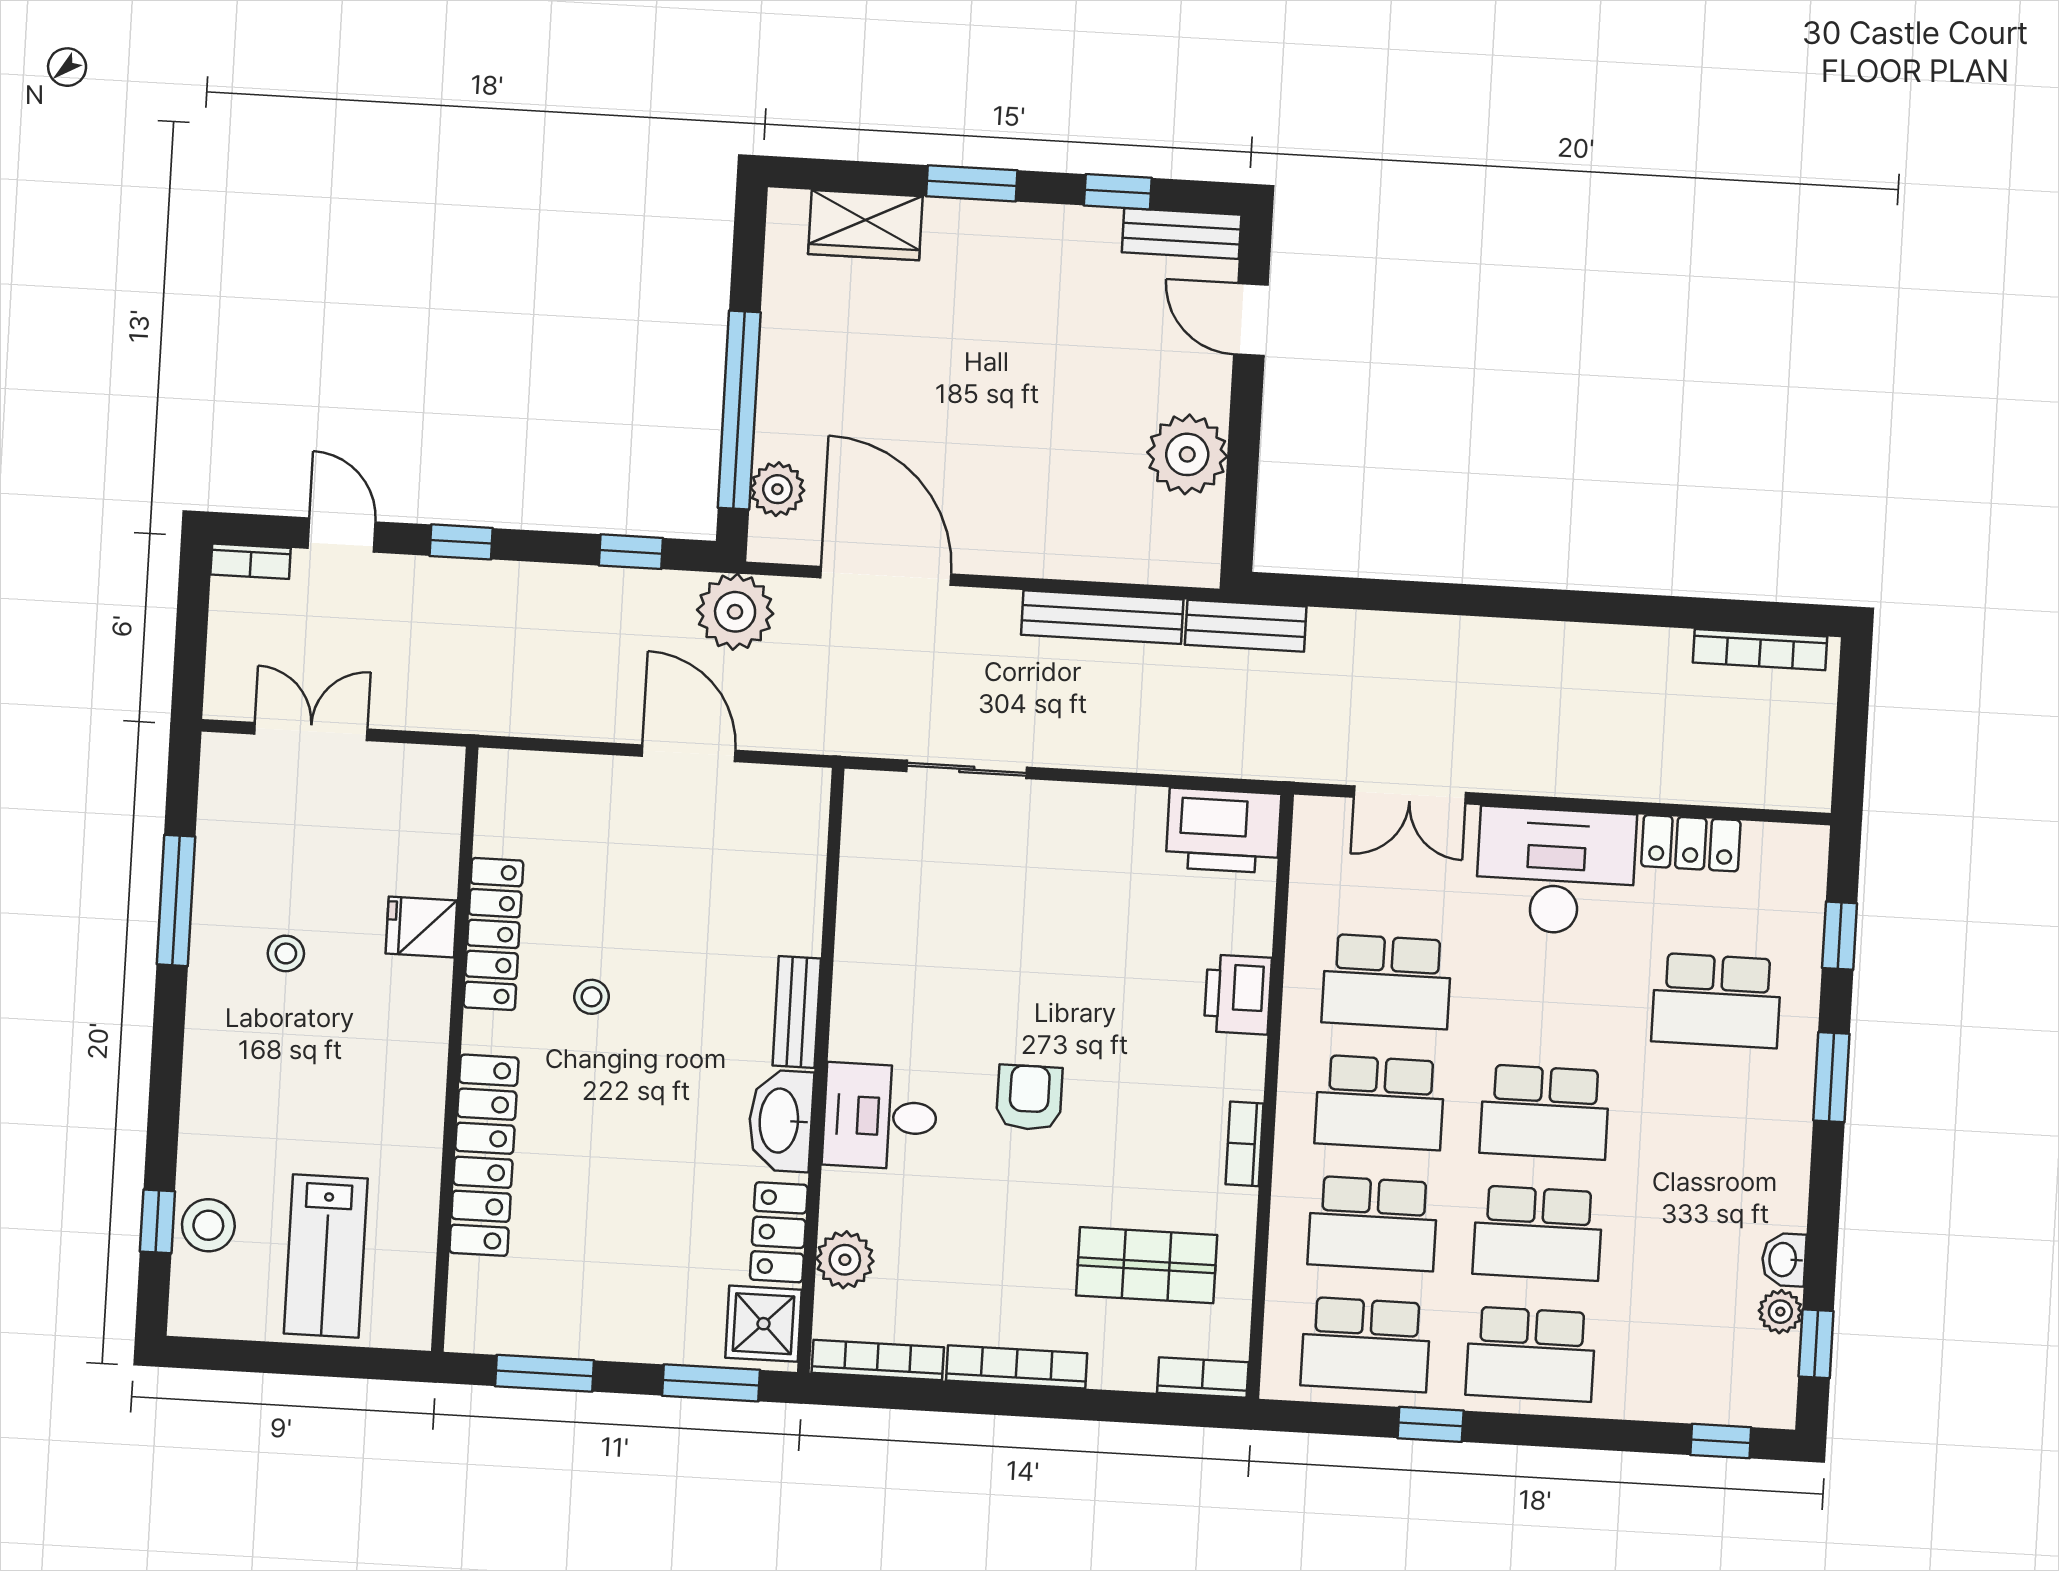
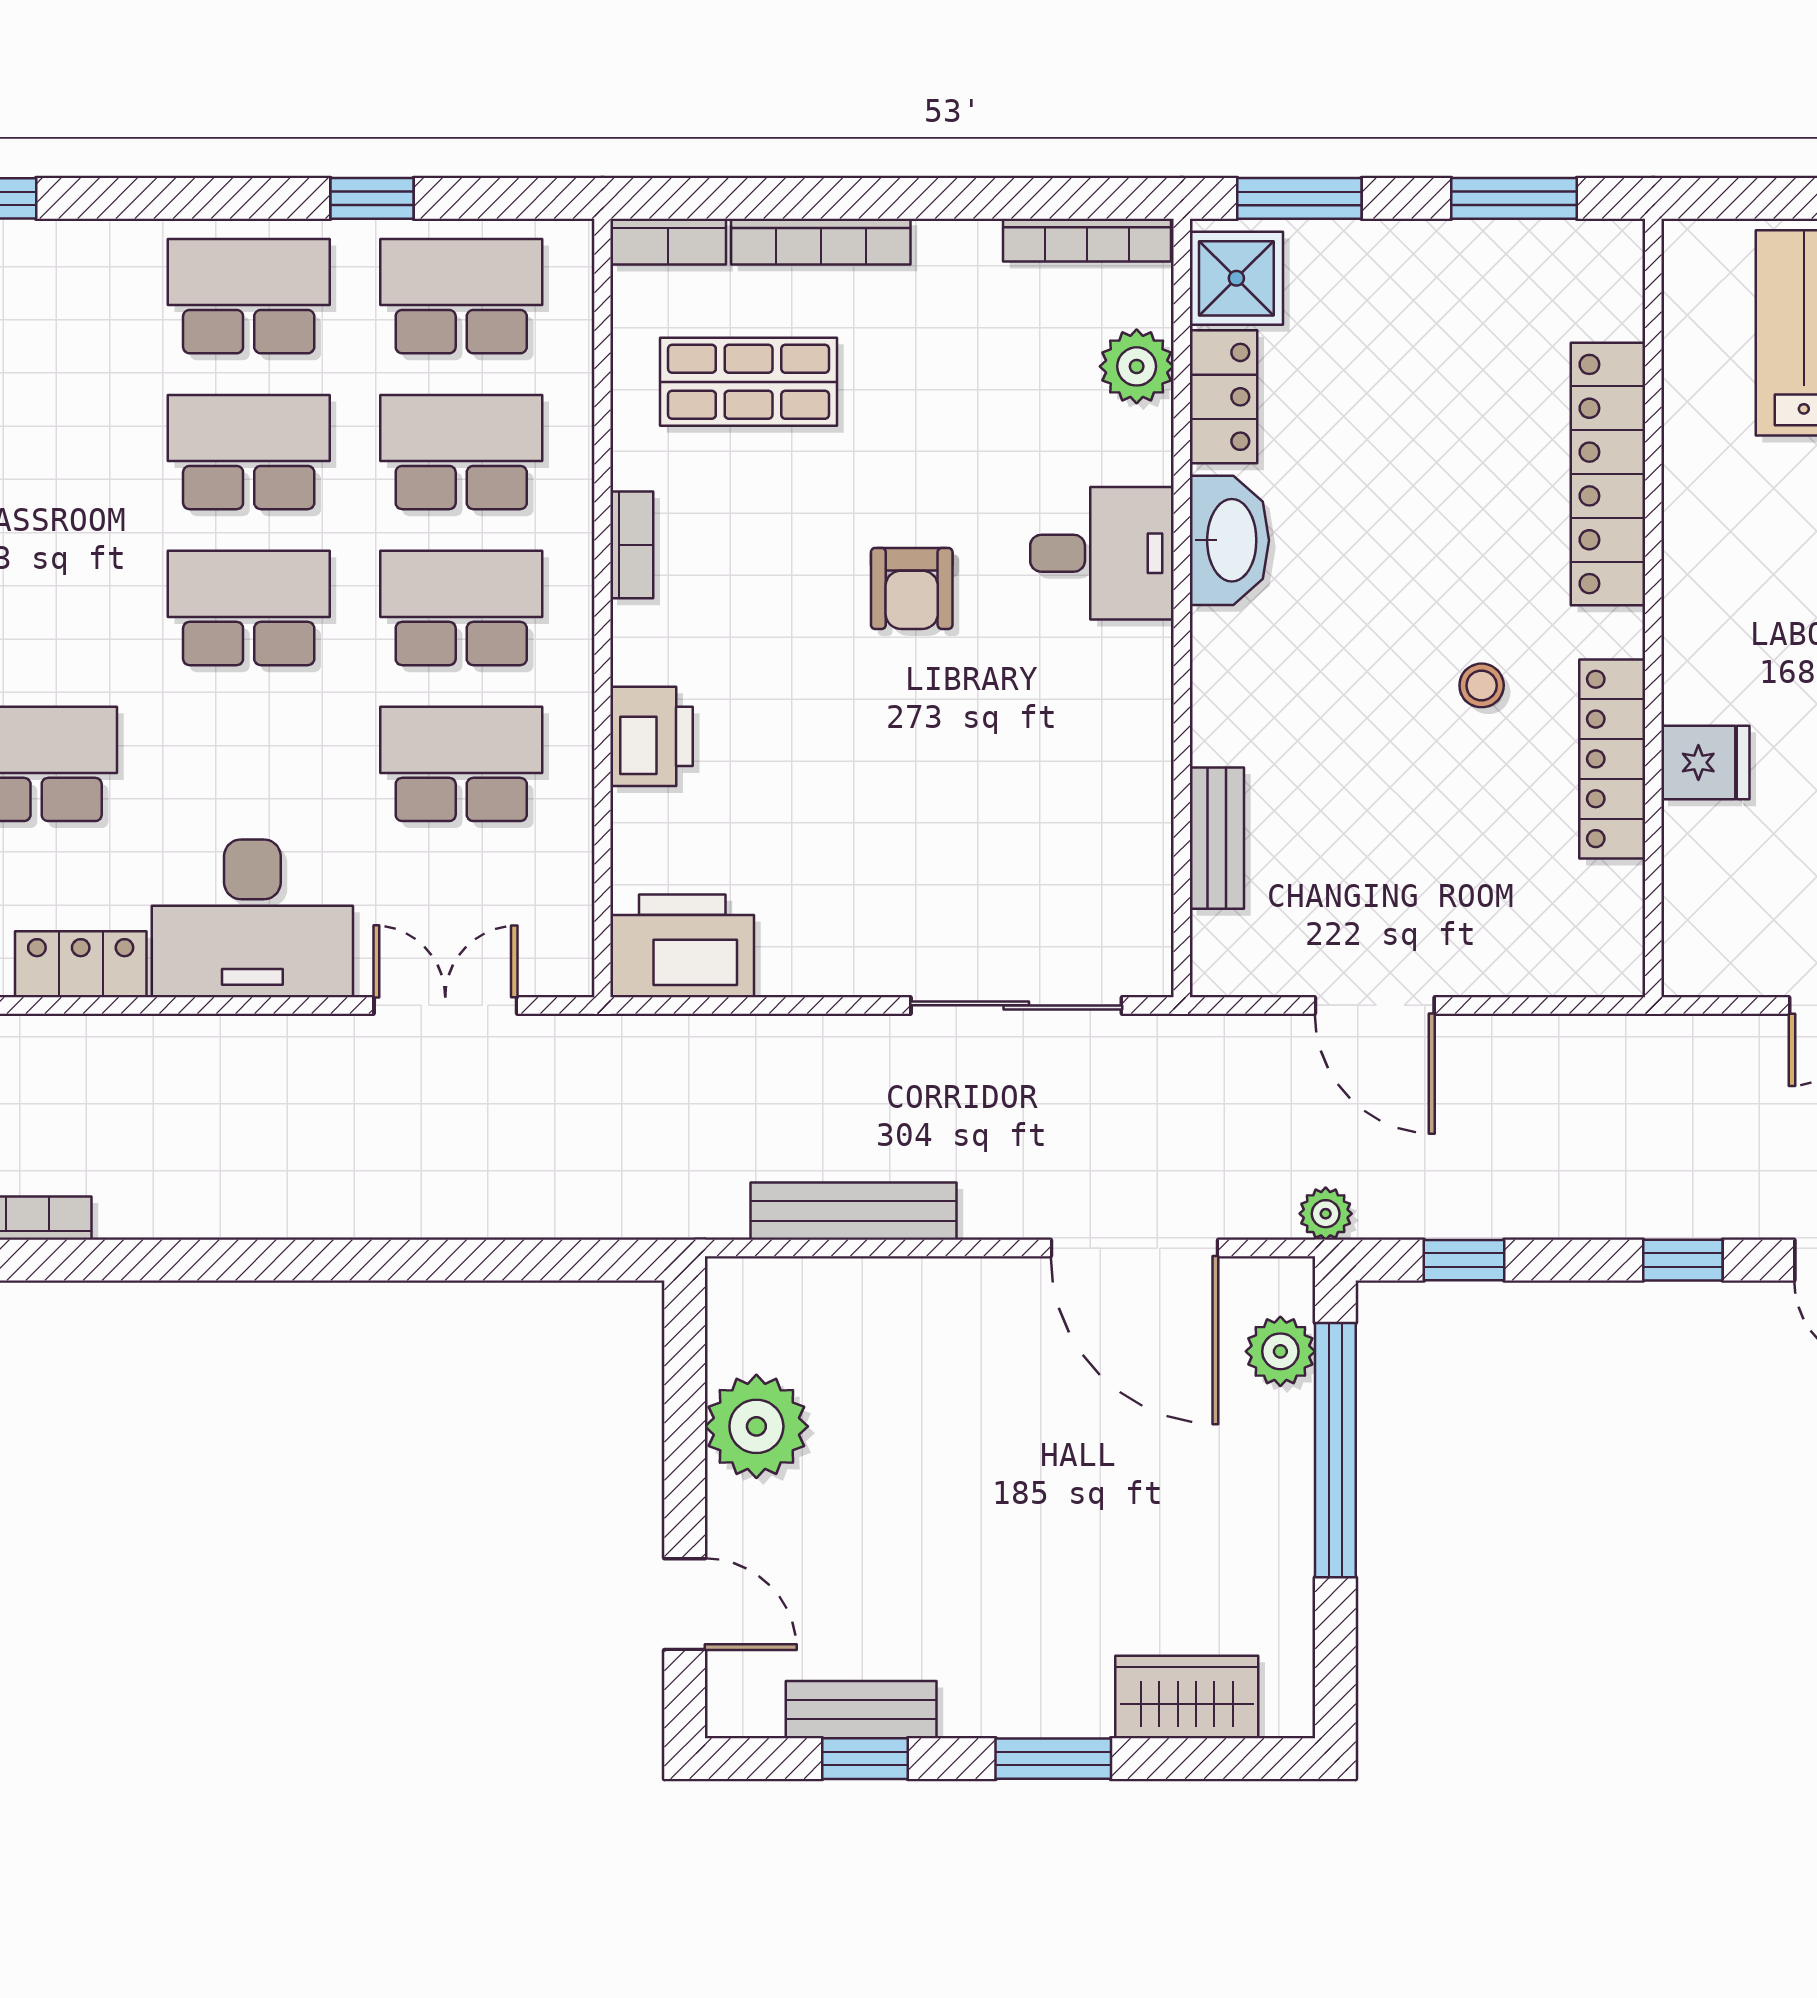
bench: (1182, 234) -> (861, 1710), moved
plant: (735, 612) -> (1326, 1214), width x0.53, depth x0.53
bench: (1246, 626) -> (669, 1211), removed
sliding door: (967, 769) -> (1016, 1005), width x1.37
bench: (797, 1012) -> (1217, 838), moved
bookcase: (1017, 1367) -> (821, 242), moved

